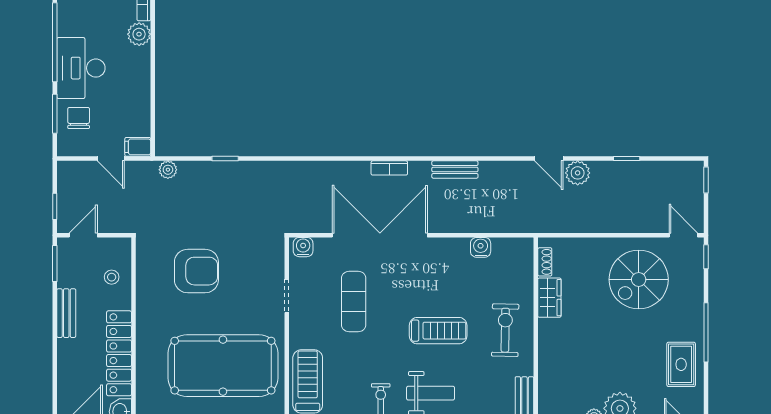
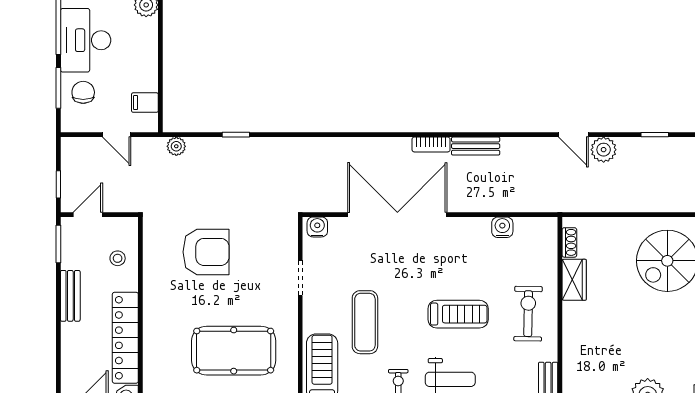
filing cabinet: (138, 147) -> (145, 103), moved
bookcase: (389, 168) -> (431, 144), moved
exercise mat: (354, 302) -> (365, 322), moved
pool table: (223, 366) -> (234, 351), width x0.73, depth x0.76

